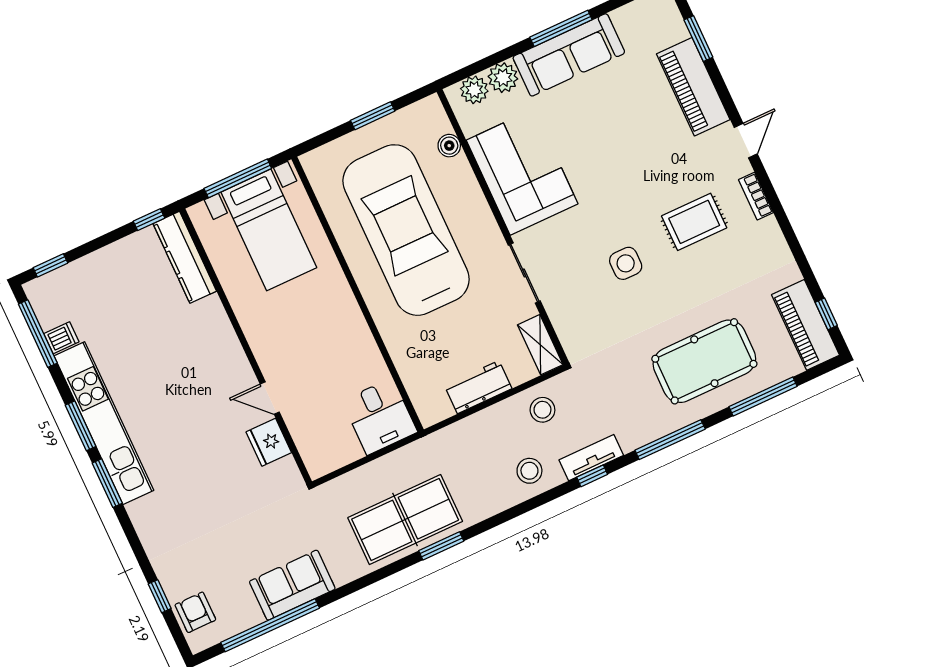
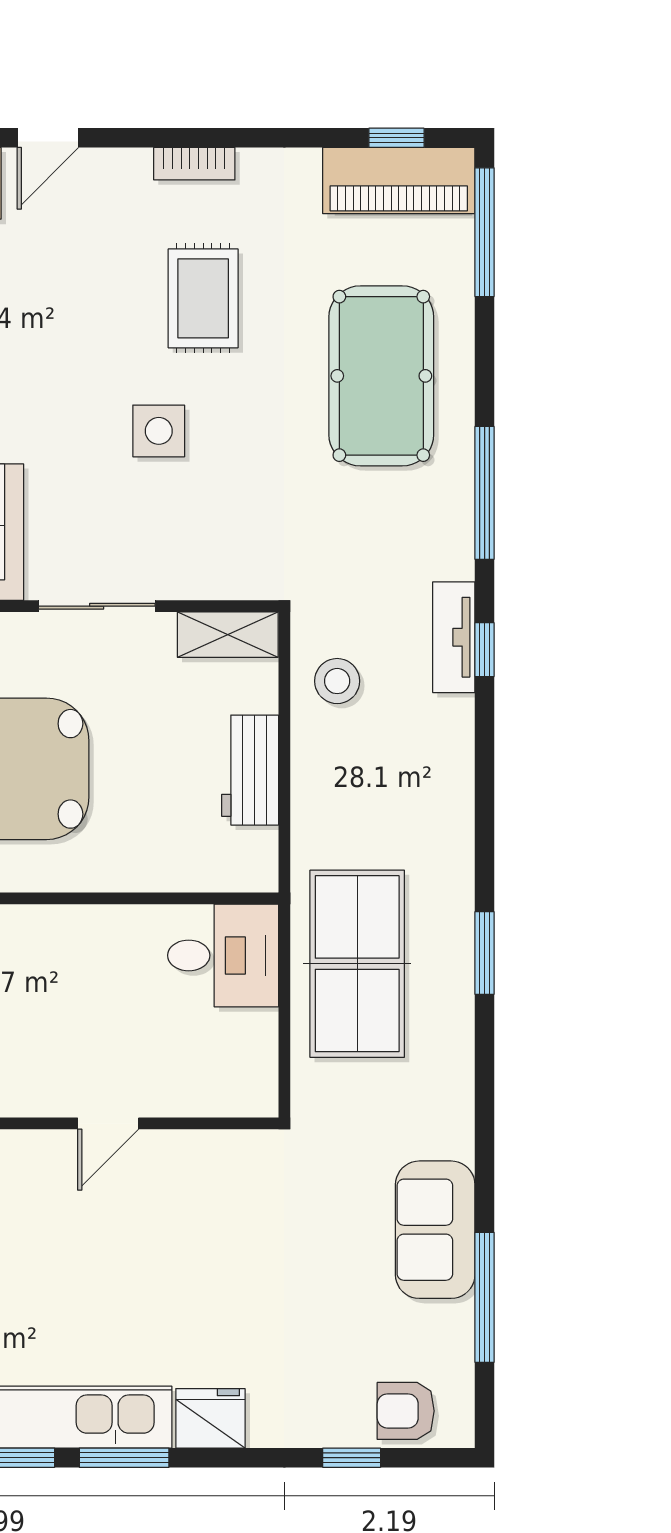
door: (746, 141) -> (48, 138), swing flipped
bookcase: (756, 196) -> (194, 164), moved
rug: (694, 222) -> (203, 298), moved
window: (763, 396) -> (485, 232), moved
fridge: (269, 442) -> (210, 1418), moved, turned 180
stool: (529, 471) -> (428, 749), removed
table tennis table: (405, 520) -> (357, 964), moved
window: (270, 625) -> (485, 1297), width x0.68

